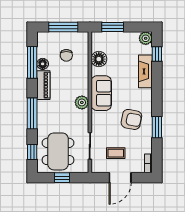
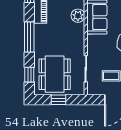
plant: (82, 102) -> (78, 16), moved

